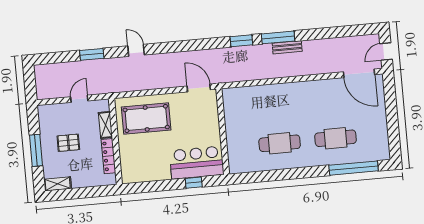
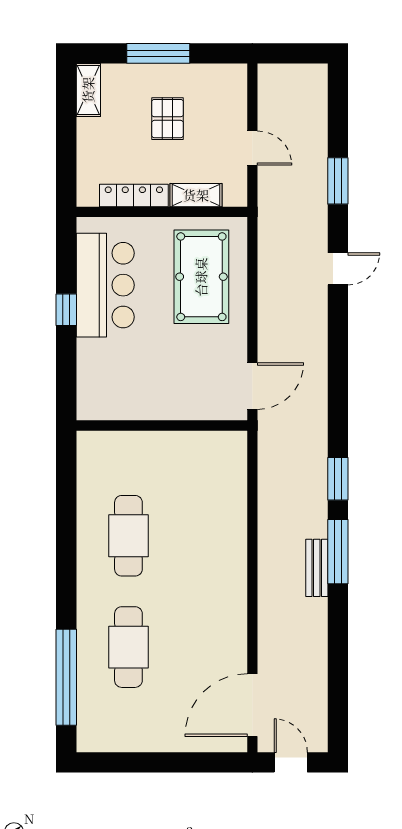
bar counter: (197, 163) -> (105, 285), moved
window: (194, 183) -> (66, 310), moved

